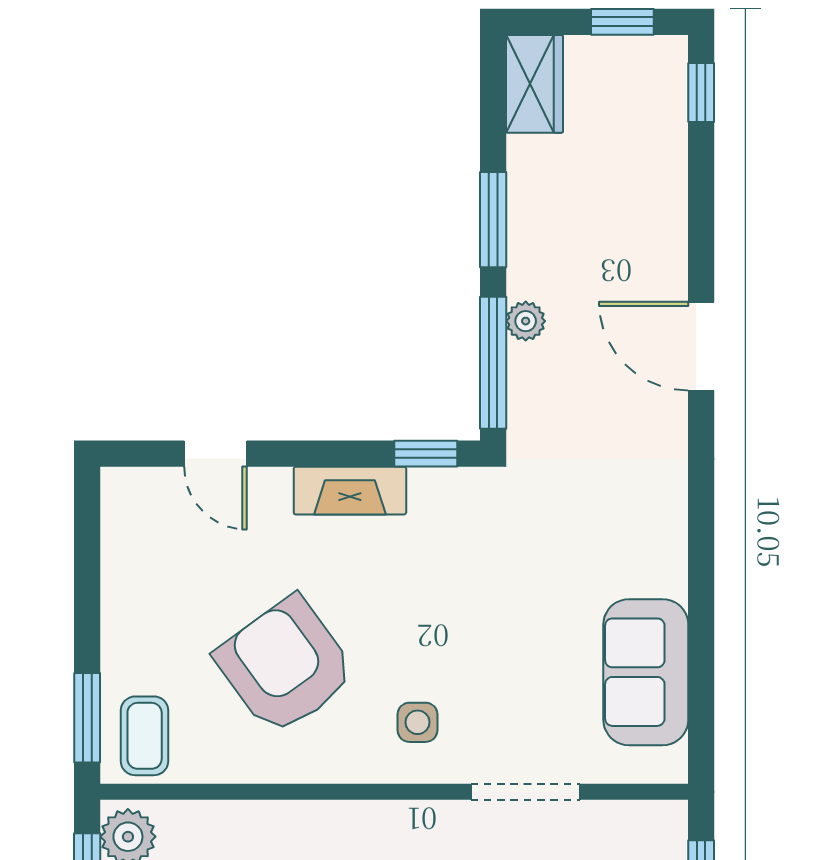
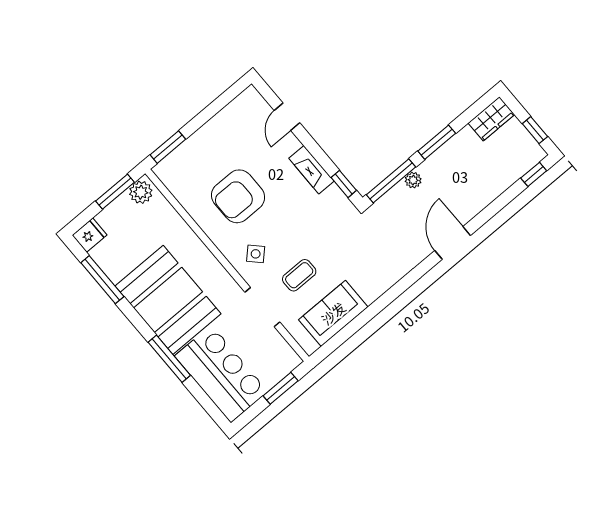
armchair: (285, 666) -> (238, 196), turned -144
side table: (418, 722) -> (256, 254), turned 45
coffee table: (145, 736) -> (299, 275), moved

